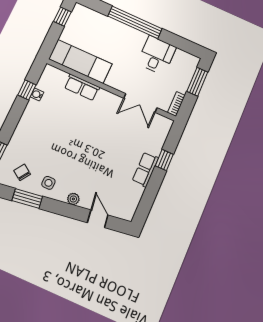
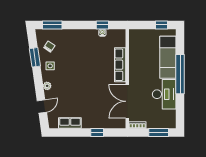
desk: (157, 55) -> (164, 94), width x1.37
exam couch: (80, 61) -> (168, 57), moved, turned 180
row of seats: (82, 87) -> (120, 65), width x1.48
double door: (140, 103) -> (127, 101), width x1.37
row of seats: (145, 169) -> (70, 123), moved

